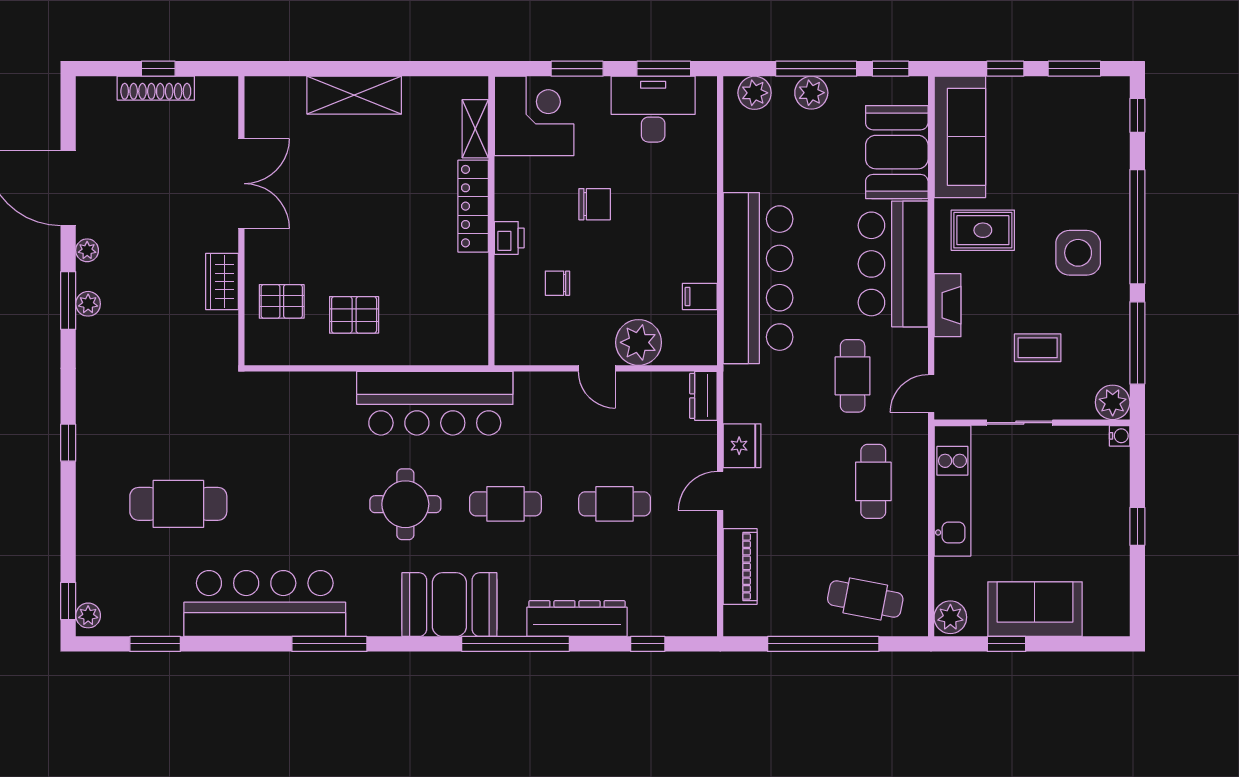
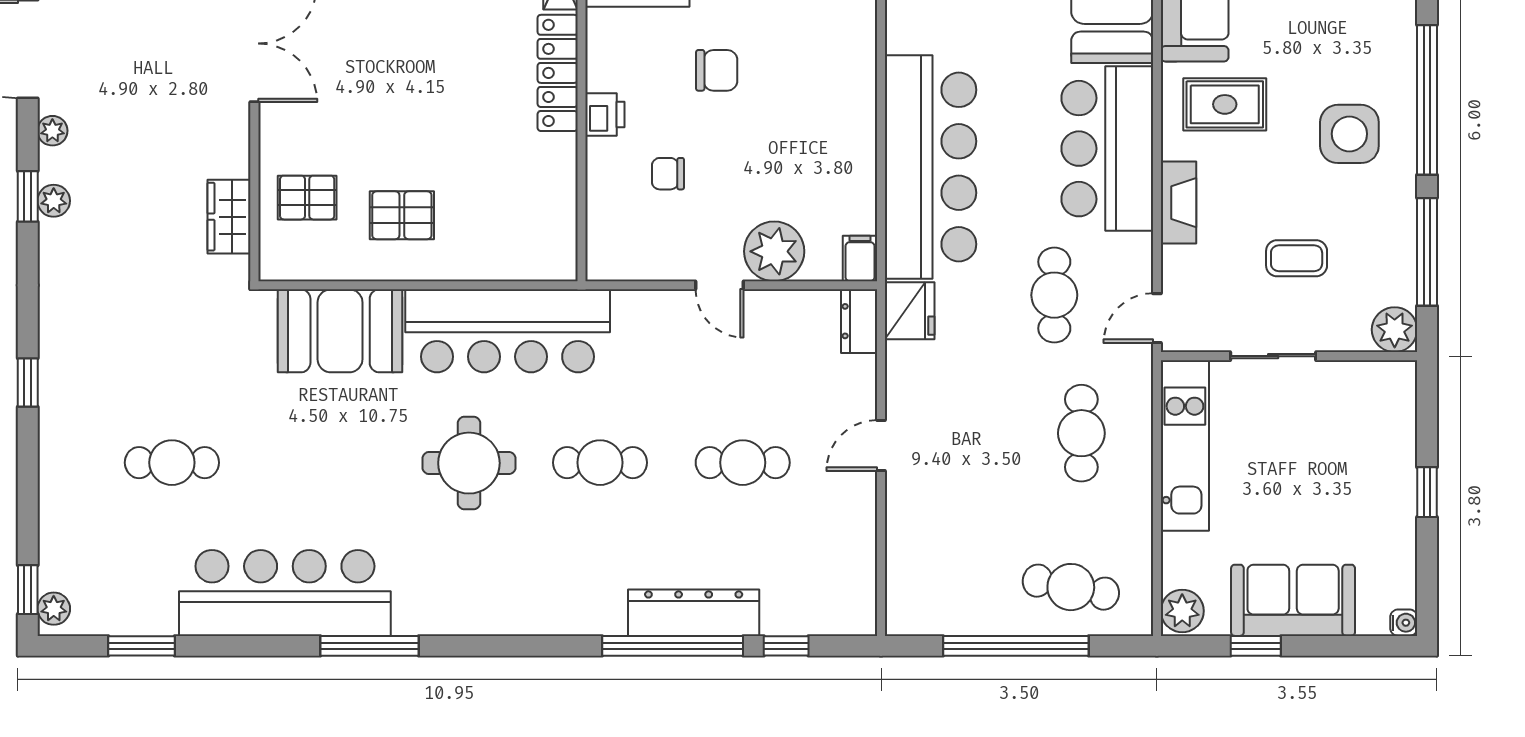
wardrobe: (222, 281) -> (229, 217), moved
filing cabinet: (700, 297) -> (860, 258), moved, turned 90
window: (68, 300) -> (28, 196), width x0.67
water cooler: (1120, 436) -> (1404, 623), moved
fridge: (742, 446) -> (910, 311), moved
cafe table: (178, 504) -> (172, 463), width x0.73, depth x0.74
piano: (740, 567) -> (907, 545), removed
booth: (449, 605) -> (340, 331), moved
window: (516, 644) -> (673, 646), moved

